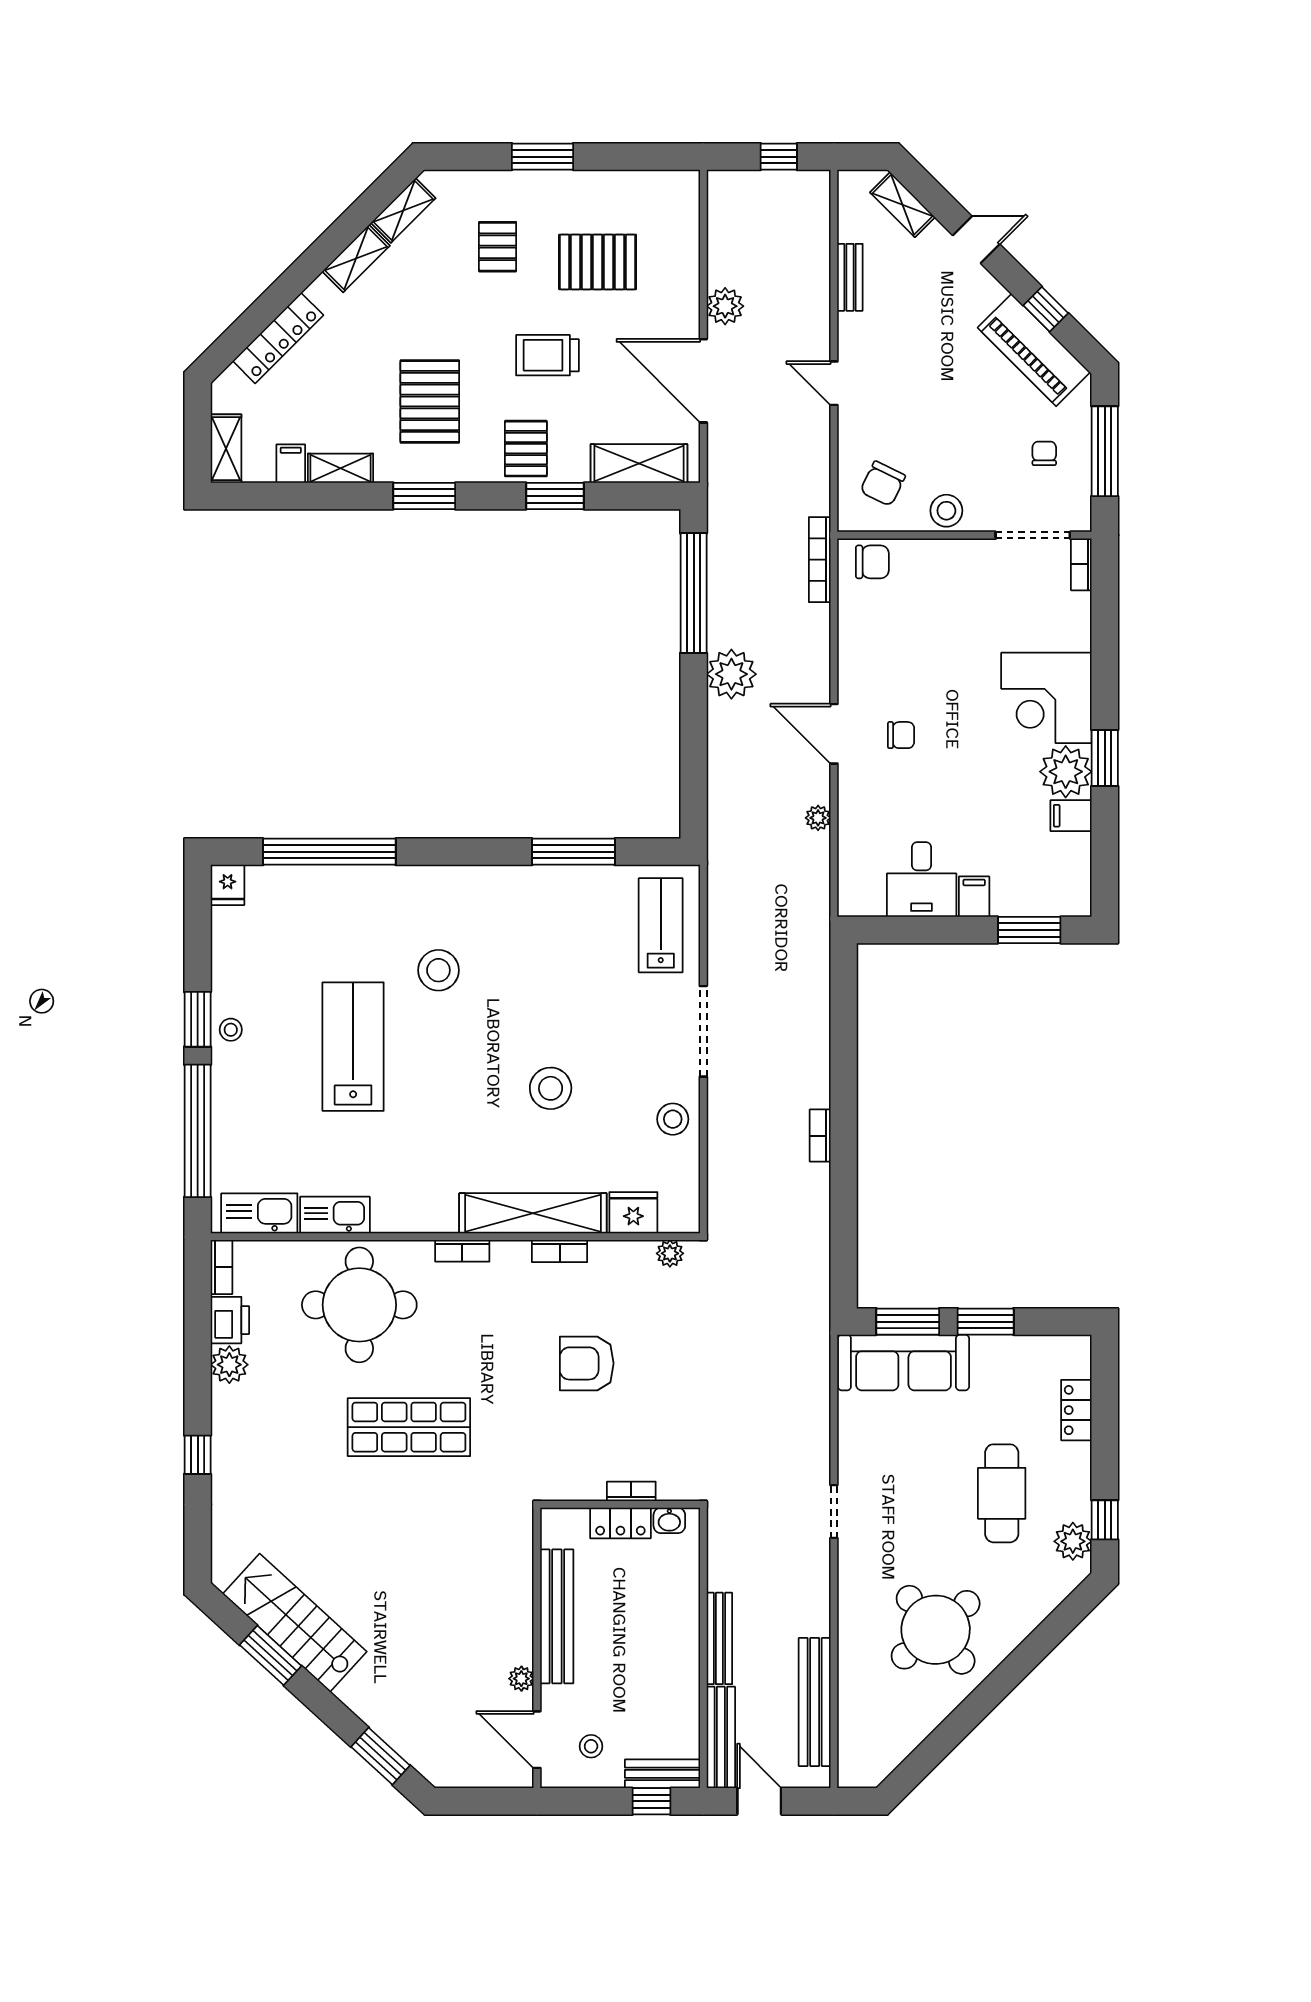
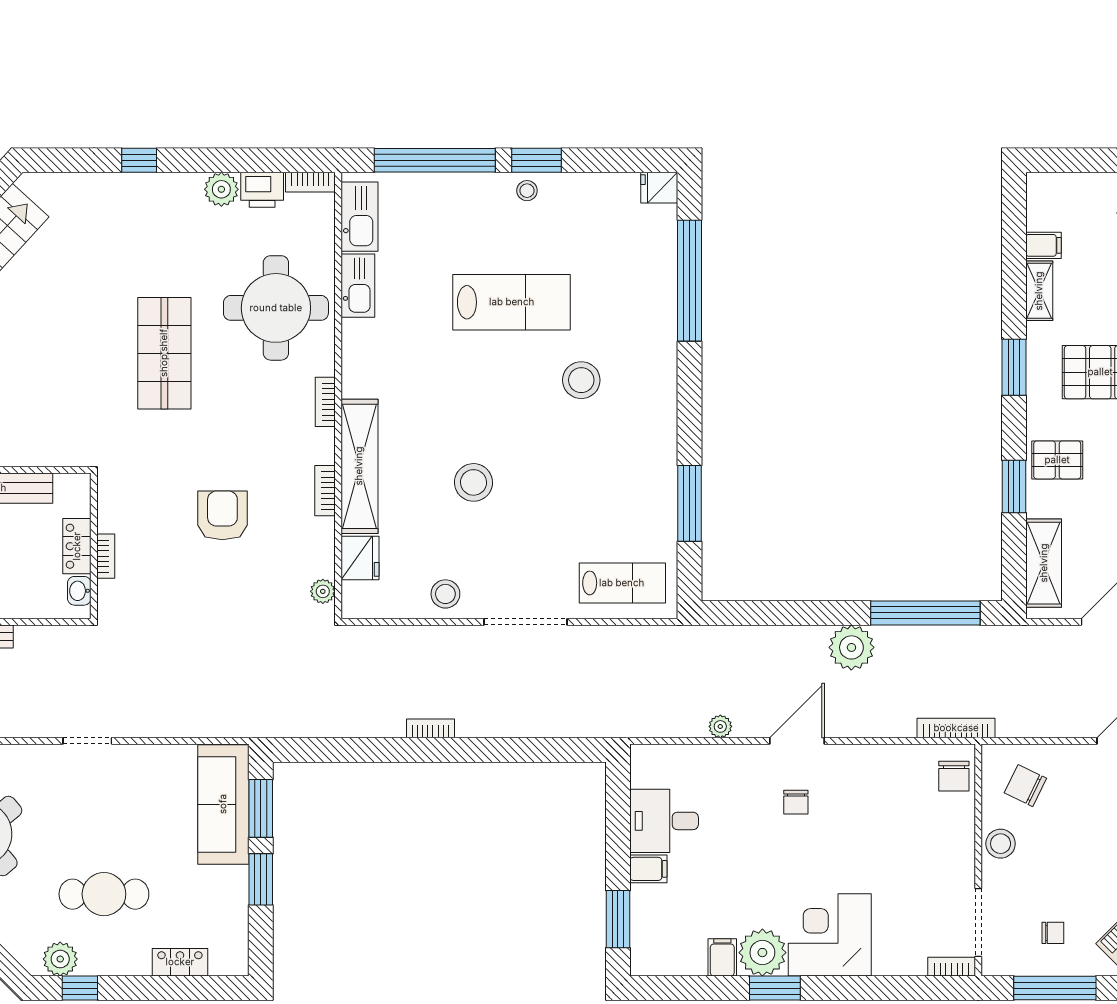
shelving: (226, 449) -> (1057, 186), removed

